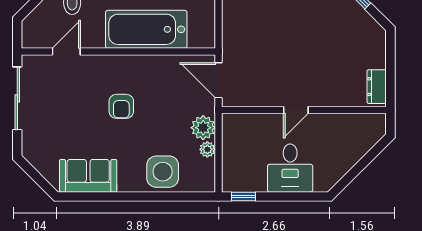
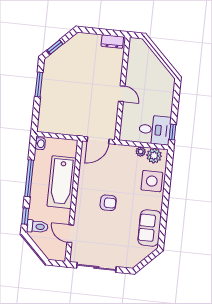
plant: (203, 128) -> (154, 156), moved
desk: (290, 168) -> (155, 130), moved

